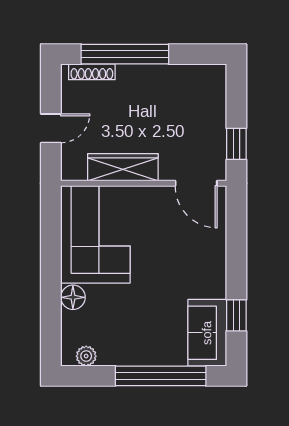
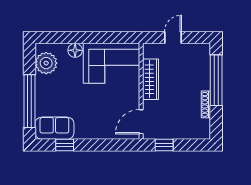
shoe rack: (92, 72) -> (206, 104), moved
door: (51, 128) -> (173, 38), swing flipped
plant: (86, 356) -> (46, 63), width x1.88, depth x1.88

